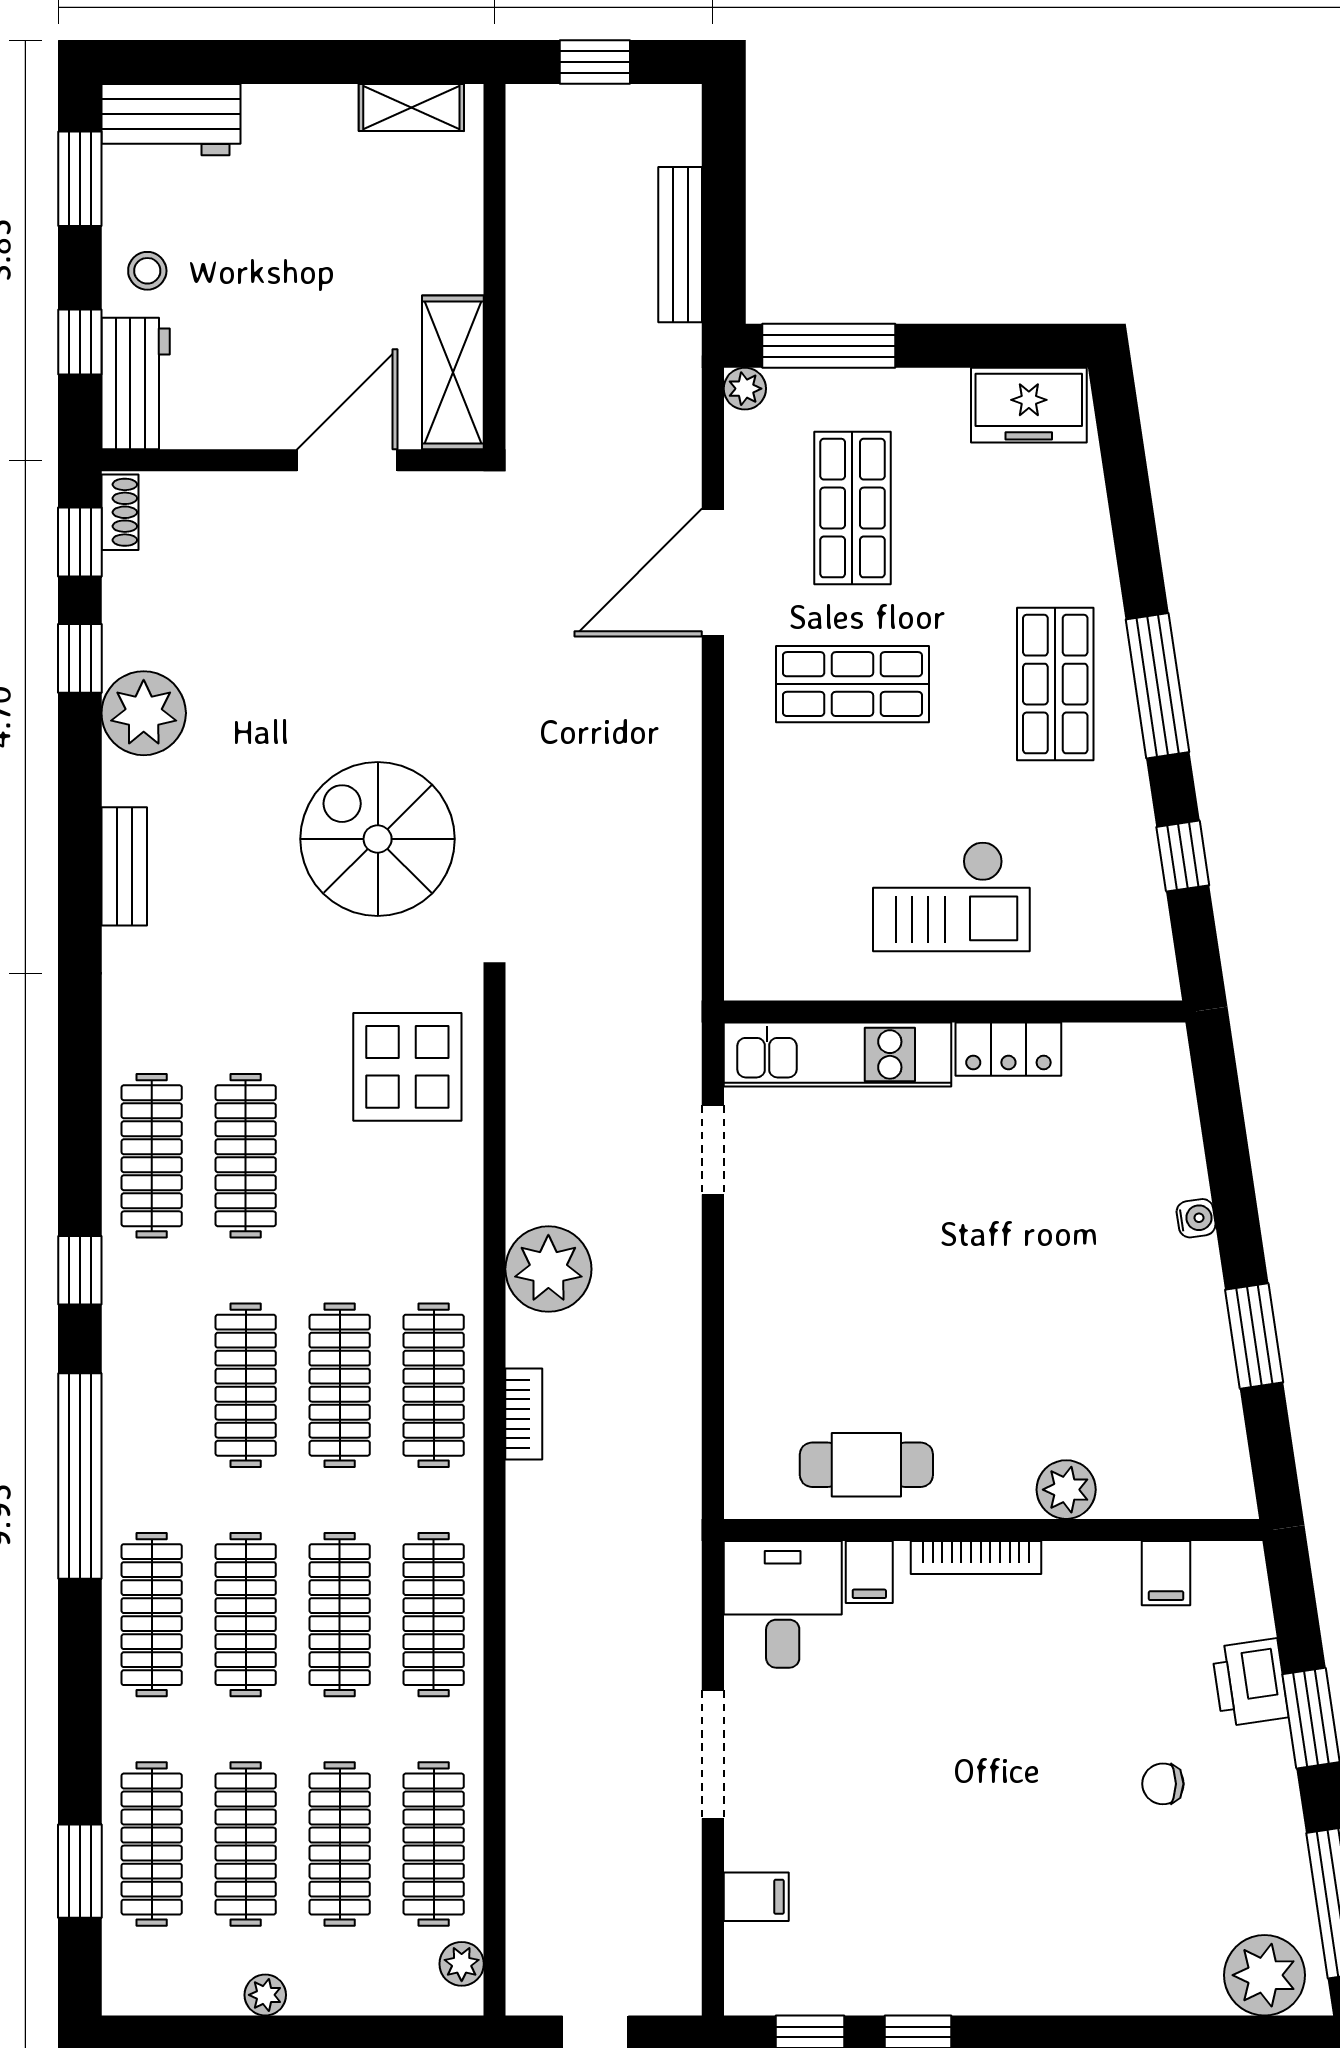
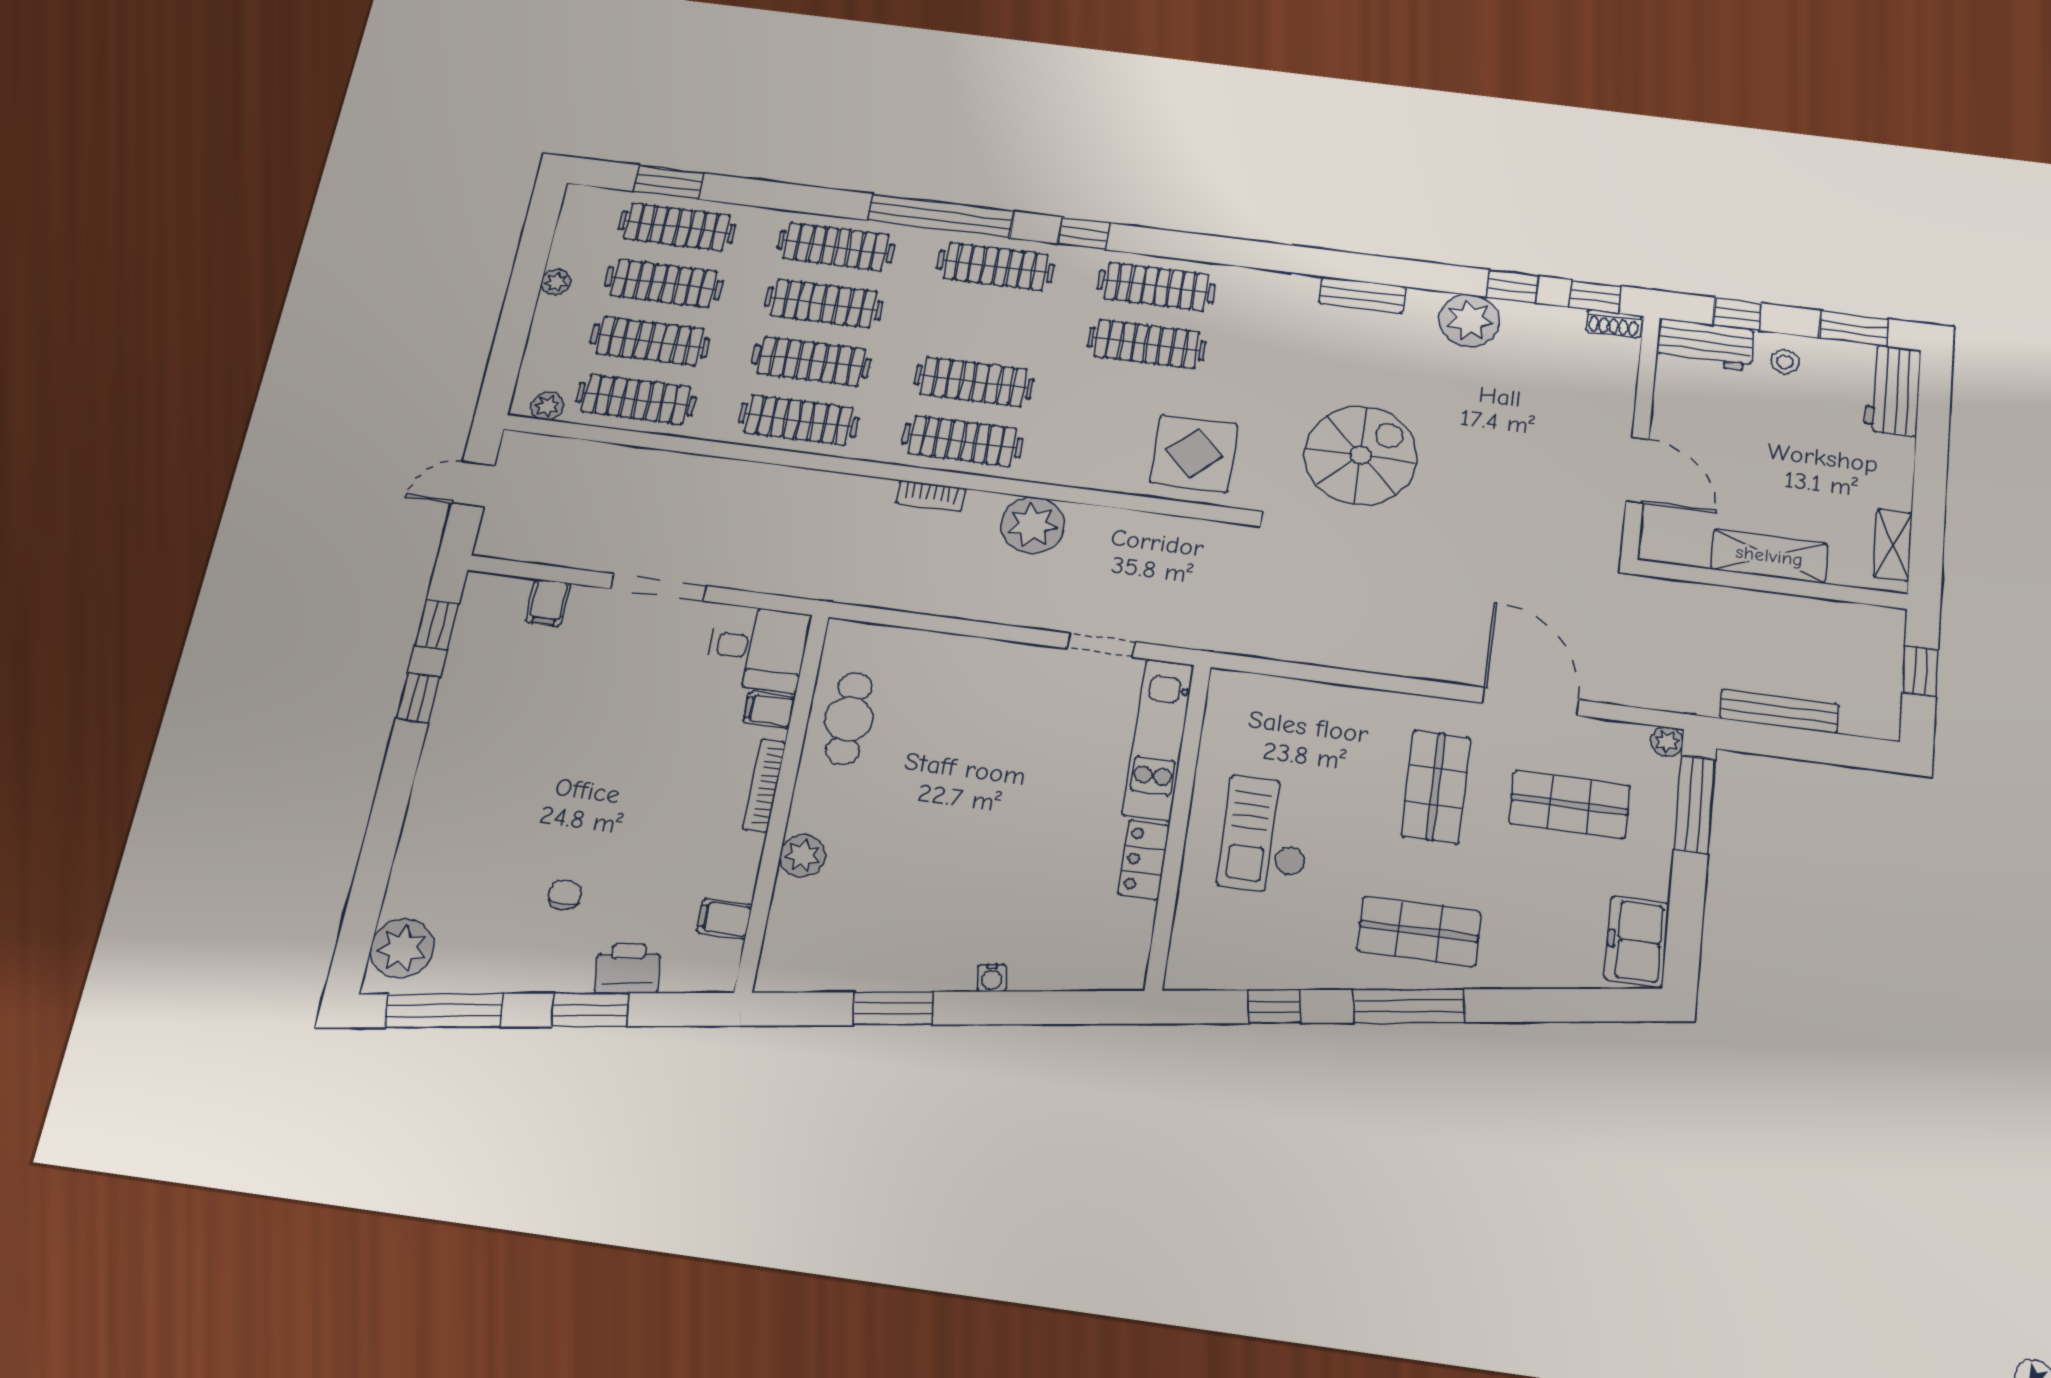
shelving: (453, 372) -> (1769, 556), moved
clothes rail: (246, 1385) -> (996, 267), moved

